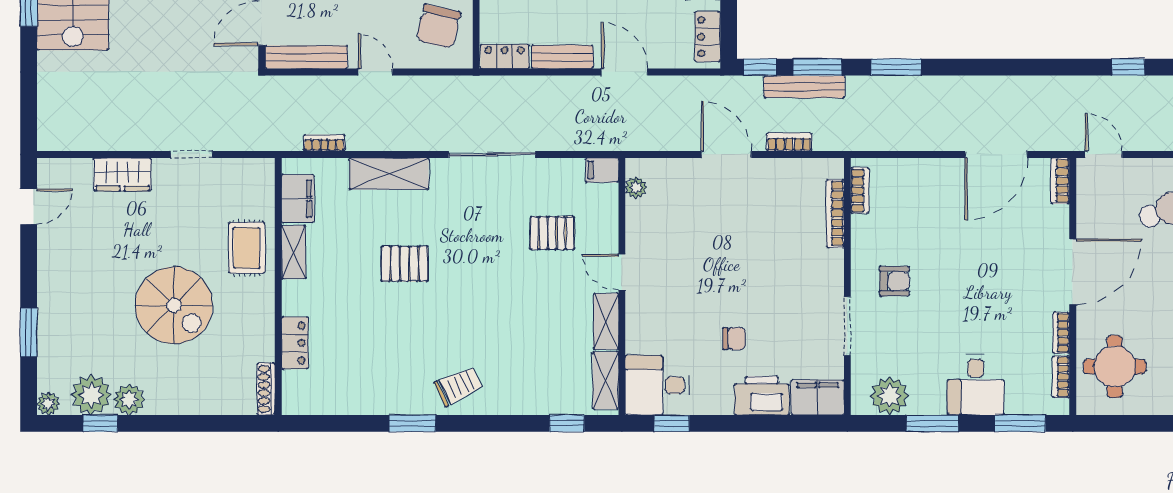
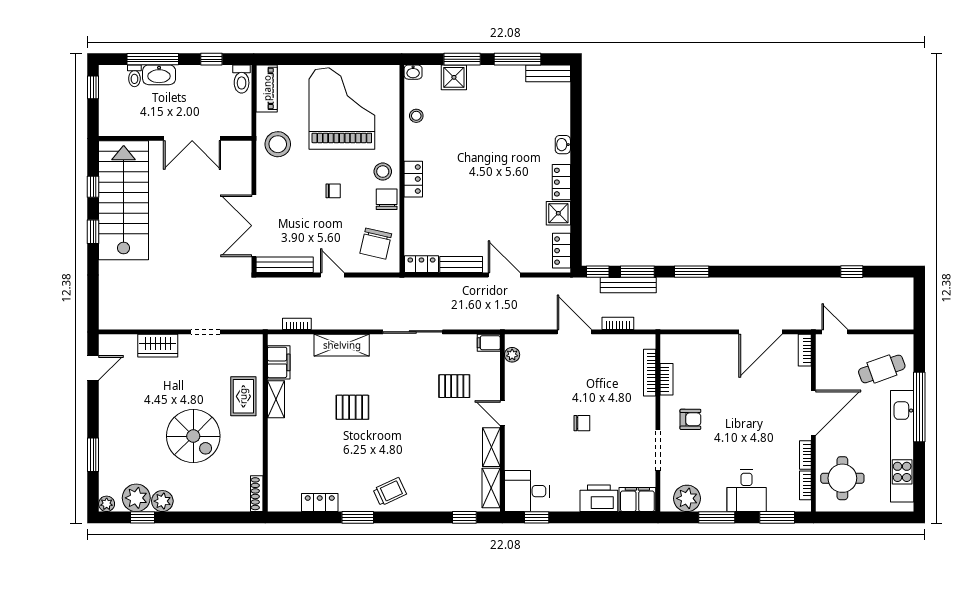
bookcase: (860, 190) -> (667, 379), moved
chair: (734, 339) -> (582, 423), moved
locker: (295, 343) -> (320, 503), moved, turned -90

